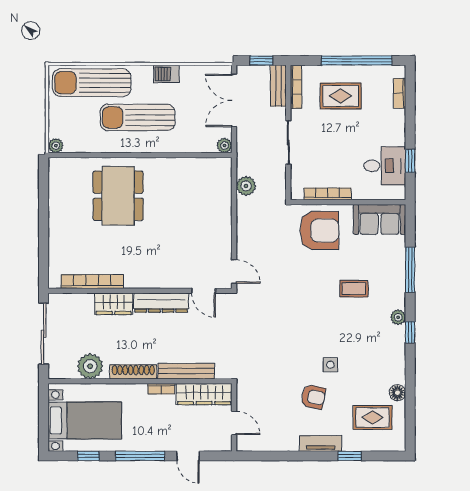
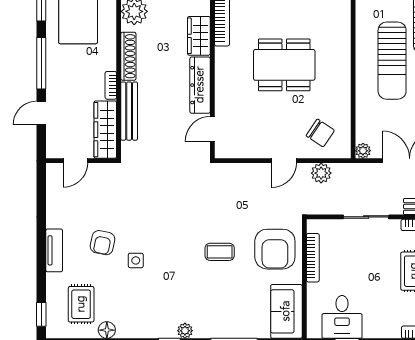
sun lounger: (138, 117) -> (392, 61), turned 180
chair: (207, 187) -> (320, 133), added
dining table: (118, 196) -> (284, 65), moved
door: (234, 272) -> (284, 161), moved
coffee table: (354, 289) -> (220, 252), moved, turned 90
window: (350, 456) -> (41, 314), moved

